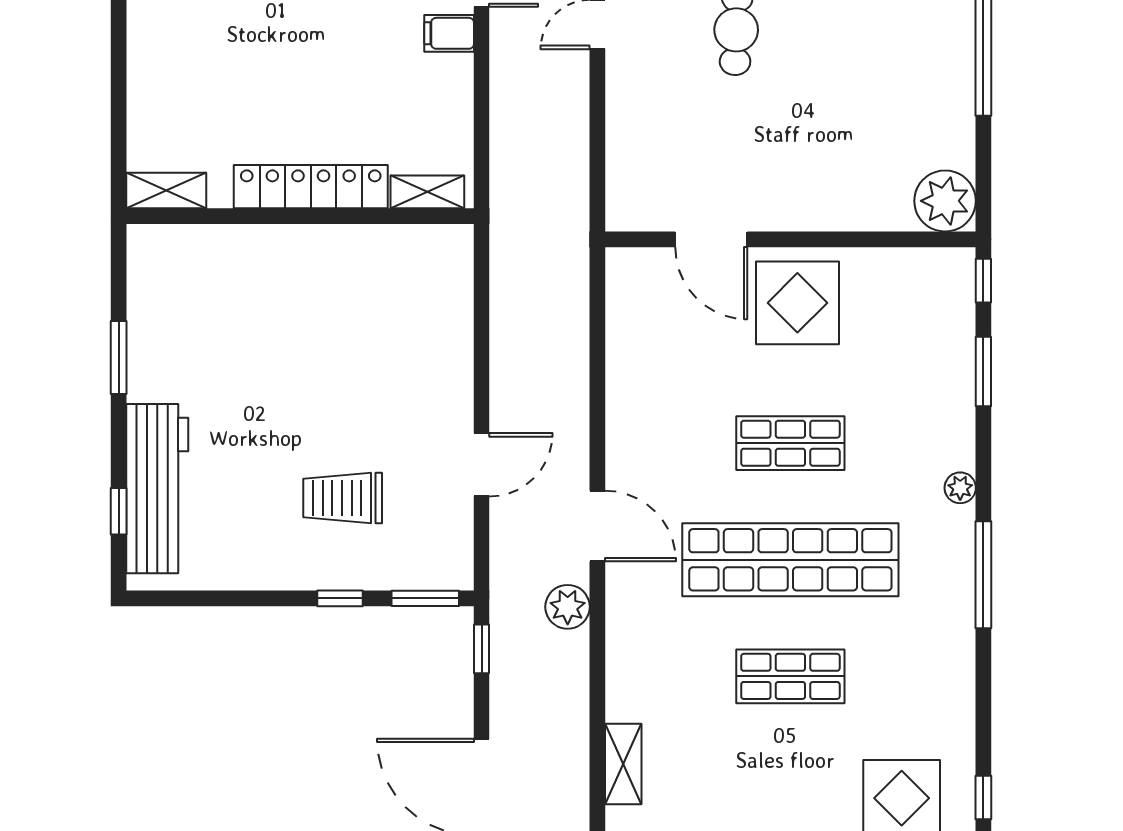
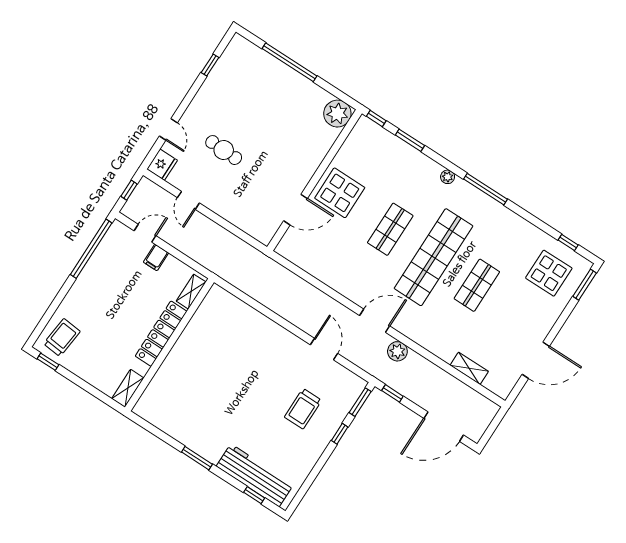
locker: (311, 187) -> (161, 334), moved
shelving: (166, 190) -> (128, 388), moved
shelving: (427, 192) -> (191, 292), moved
wall: (300, 216) -> (169, 345), moved

